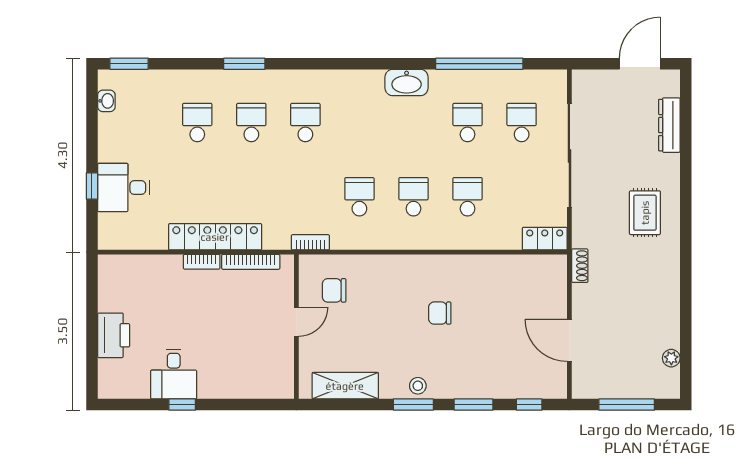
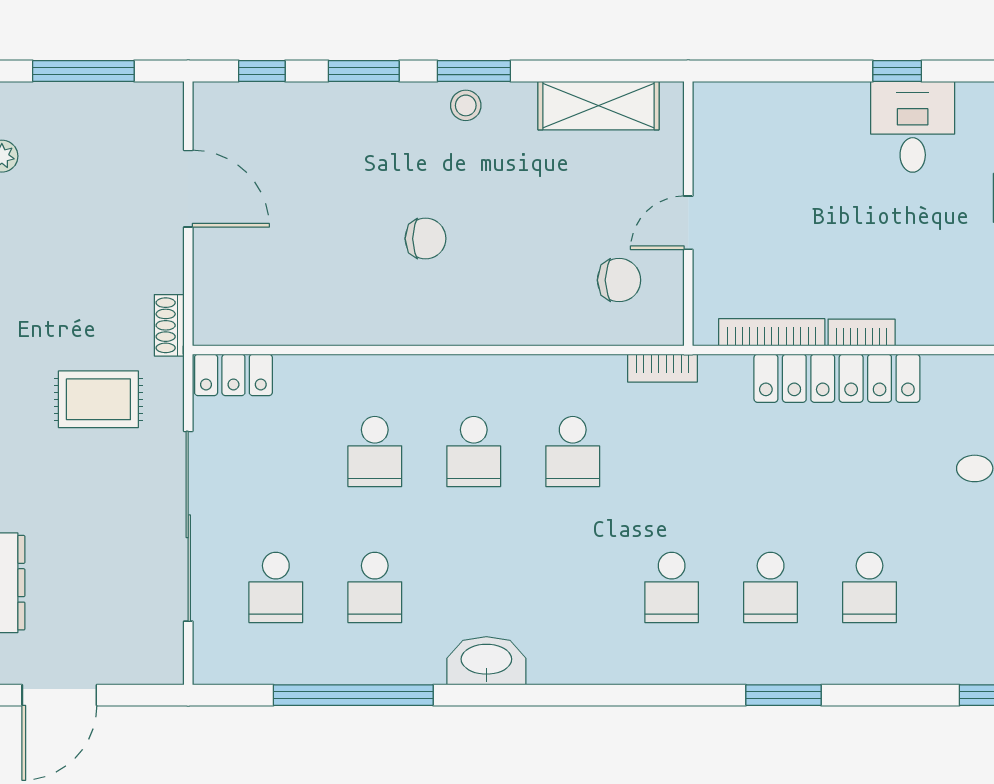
rug: (645, 213) -> (98, 399), moved, turned 90

